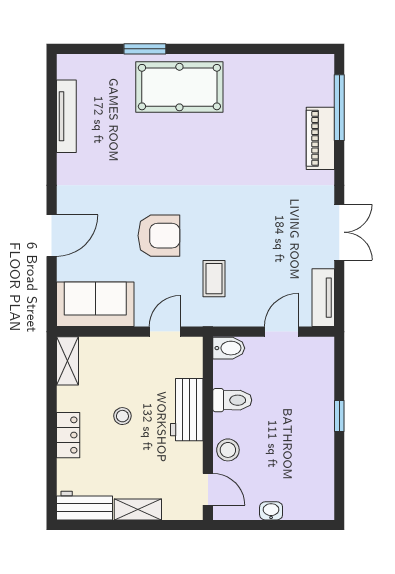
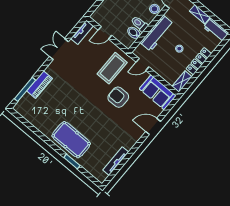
coffee table: (214, 279) -> (112, 68), width x1.86, depth x1.72
bidet: (229, 348) -> (134, 33), moved
workbench: (187, 410) -> (157, 33), width x1.38
locker: (68, 435) -> (199, 61), width x1.53

